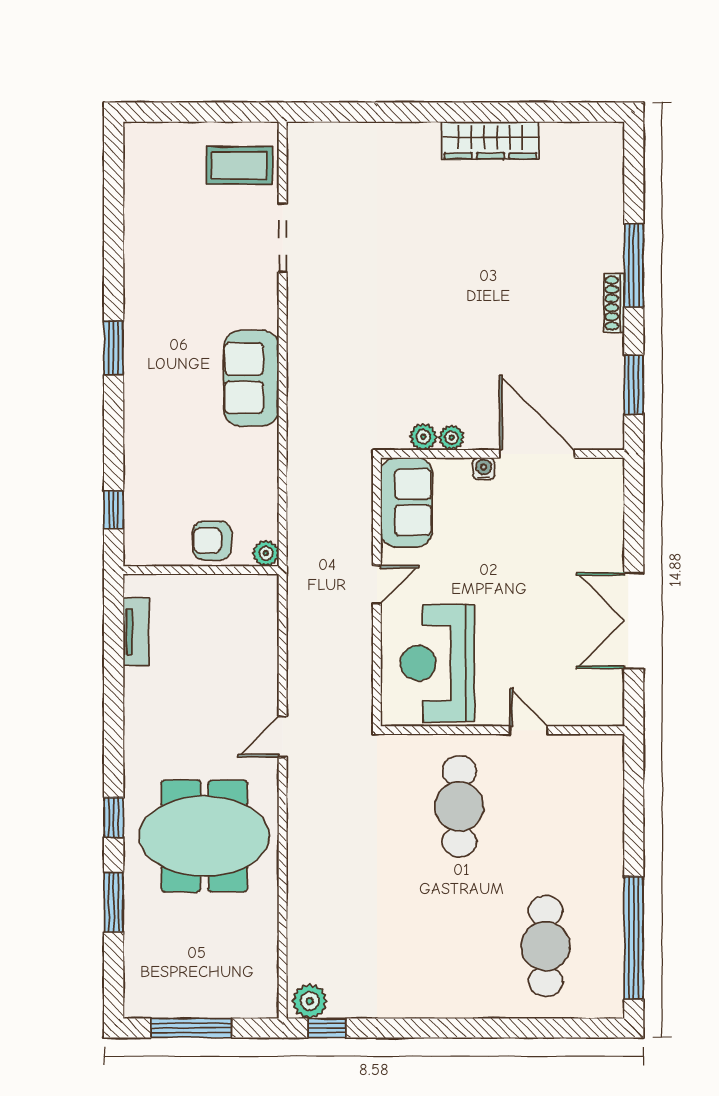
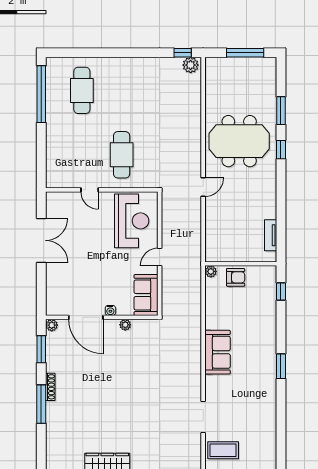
plant: (423, 437) -> (52, 325), moved

